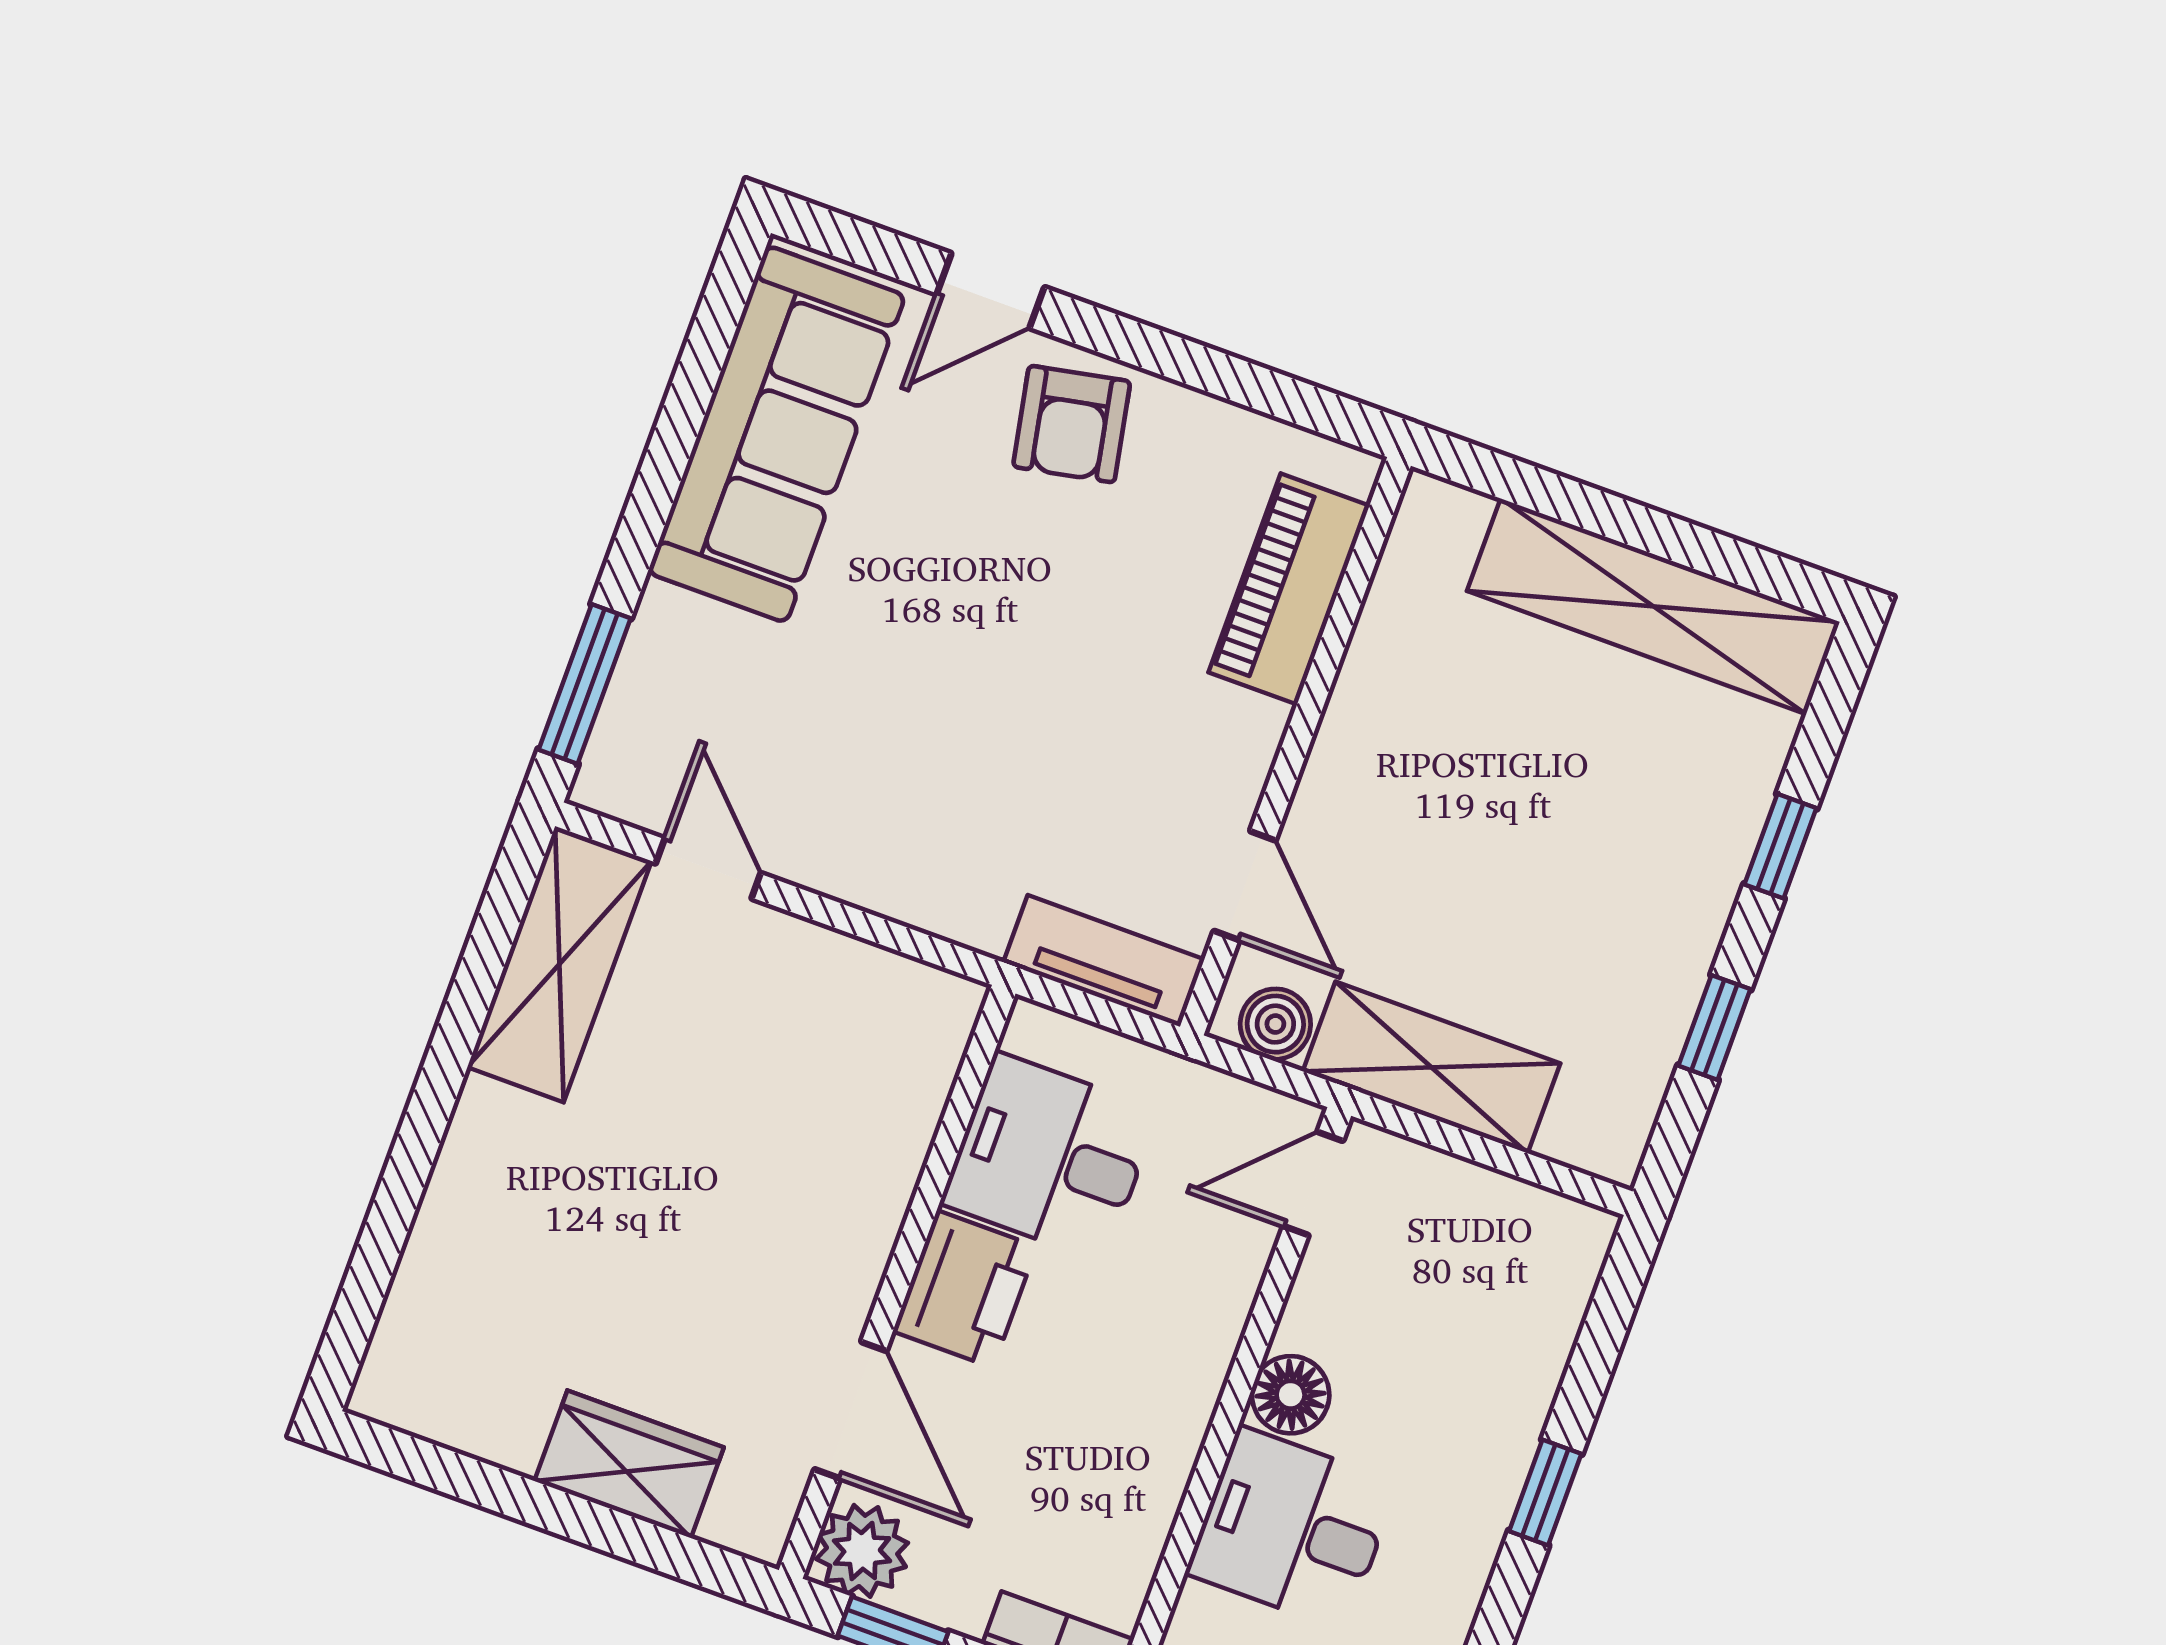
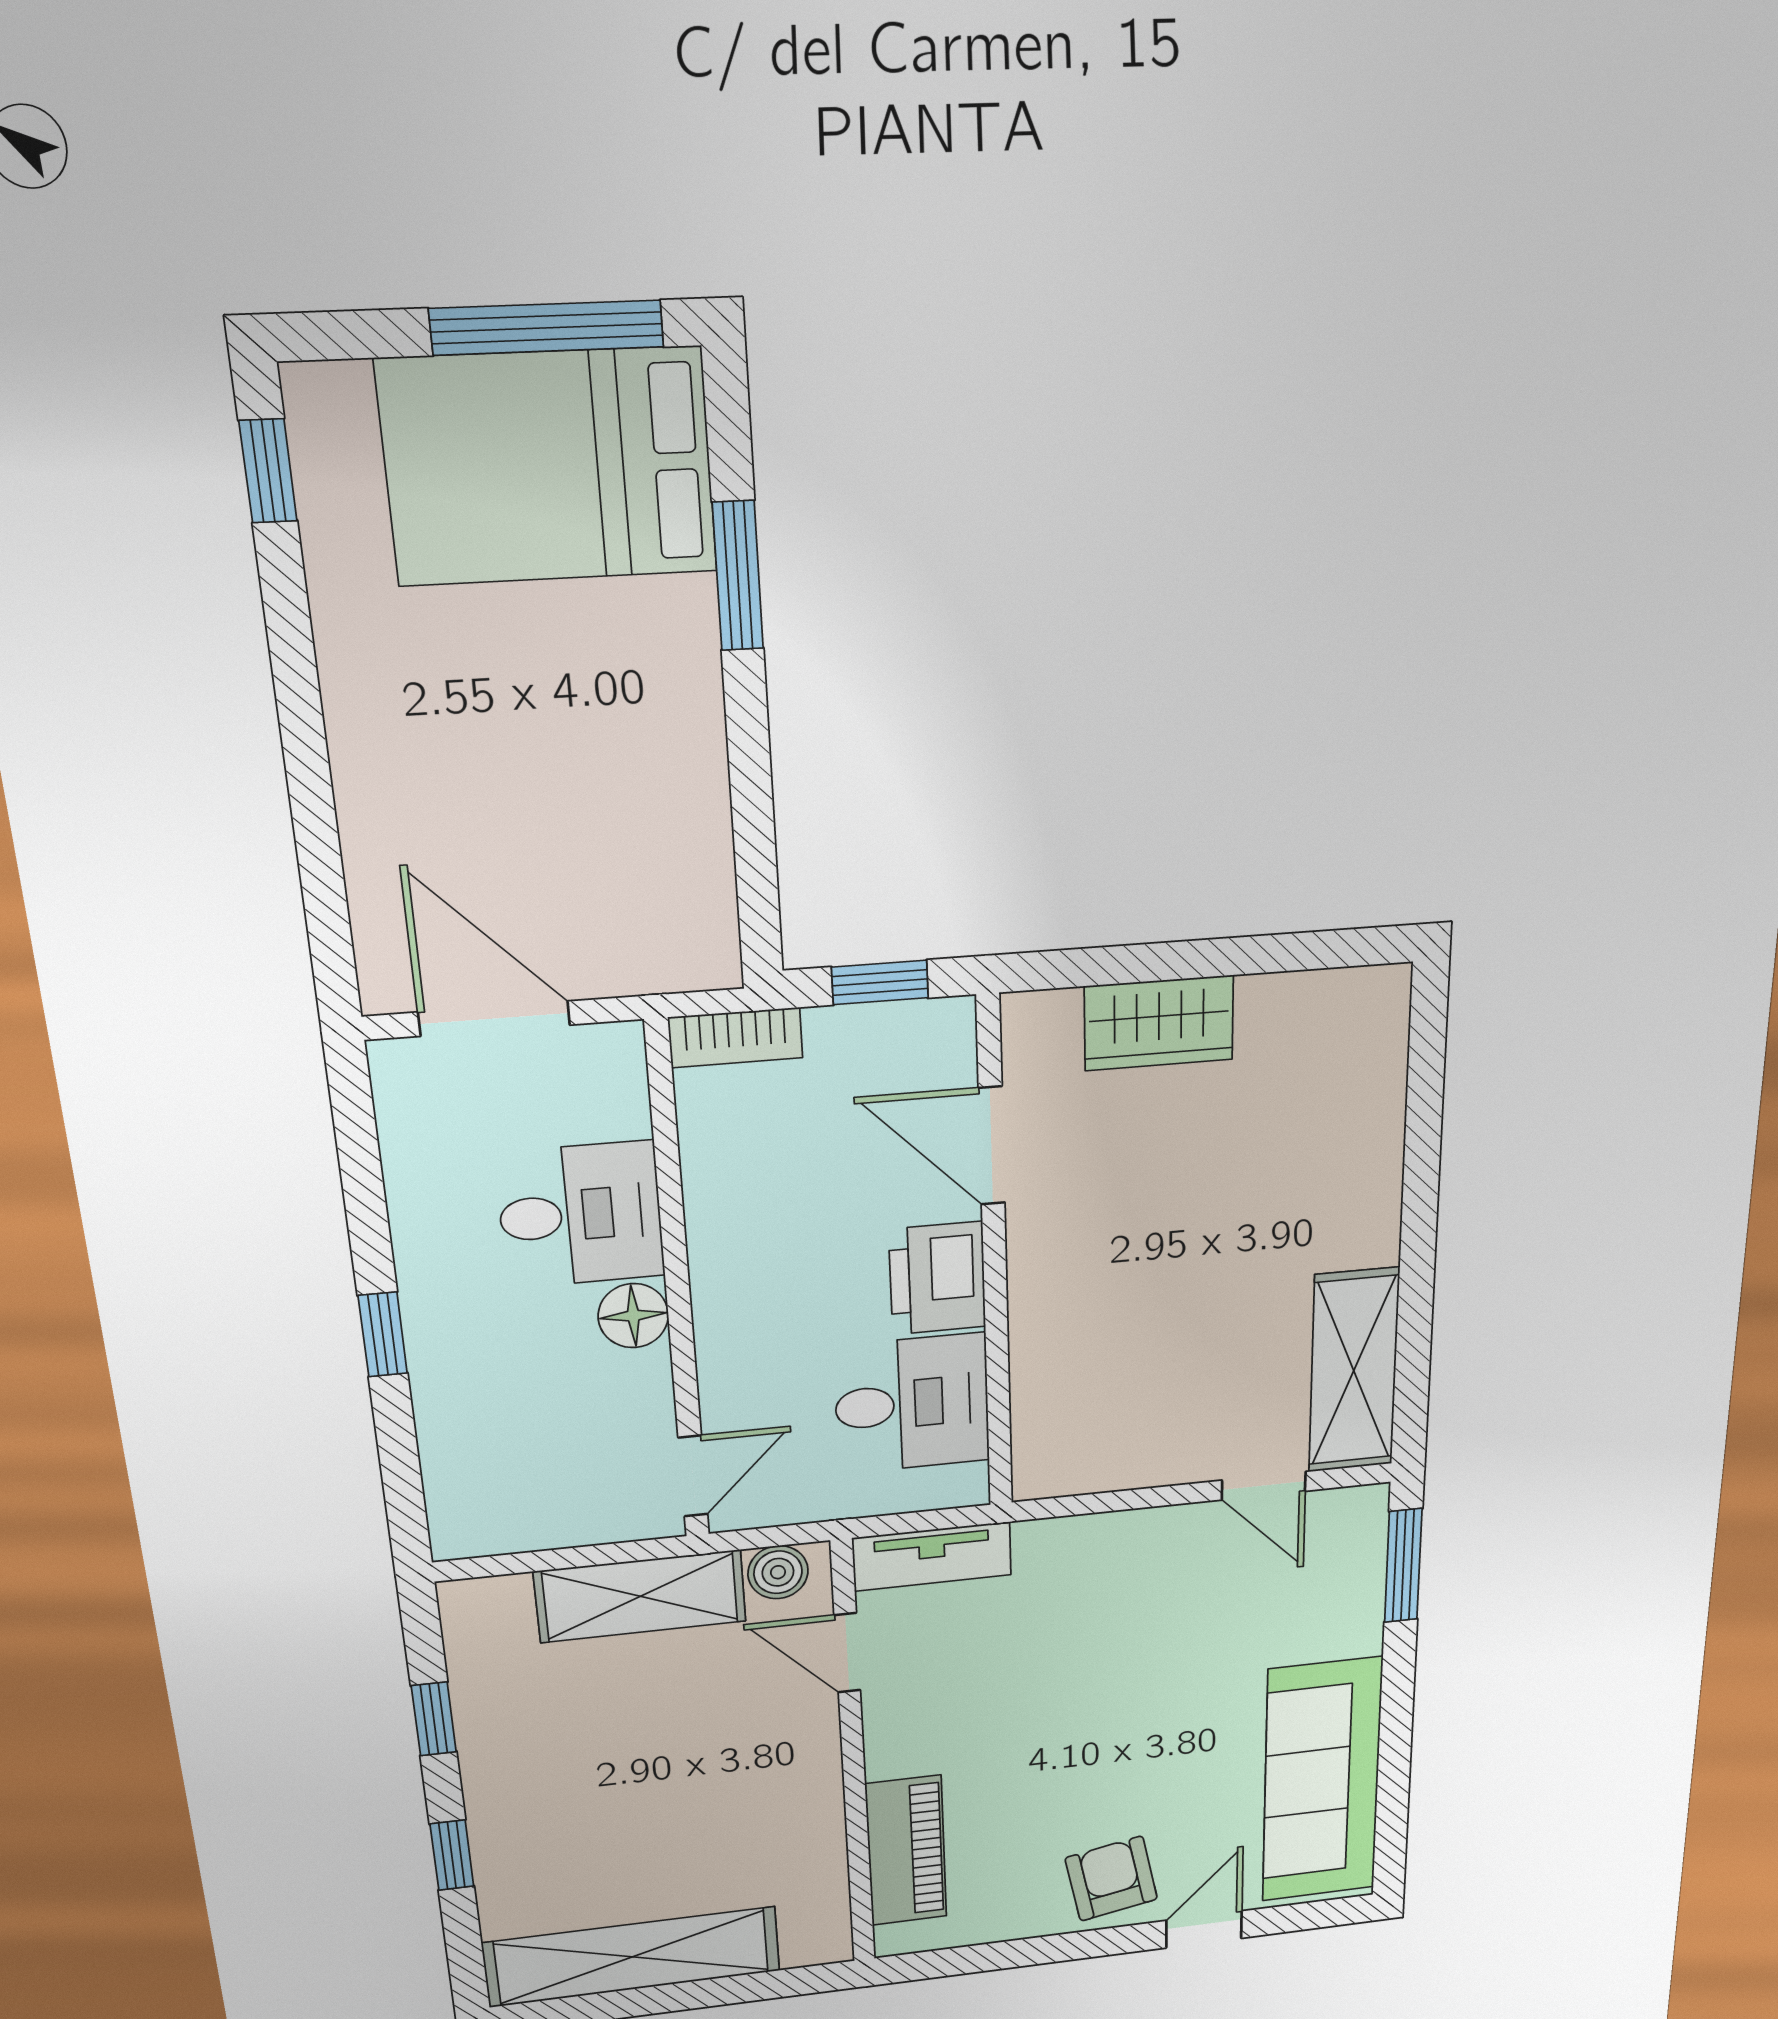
plant: (862, 1551) -> (935, 1039), removed

